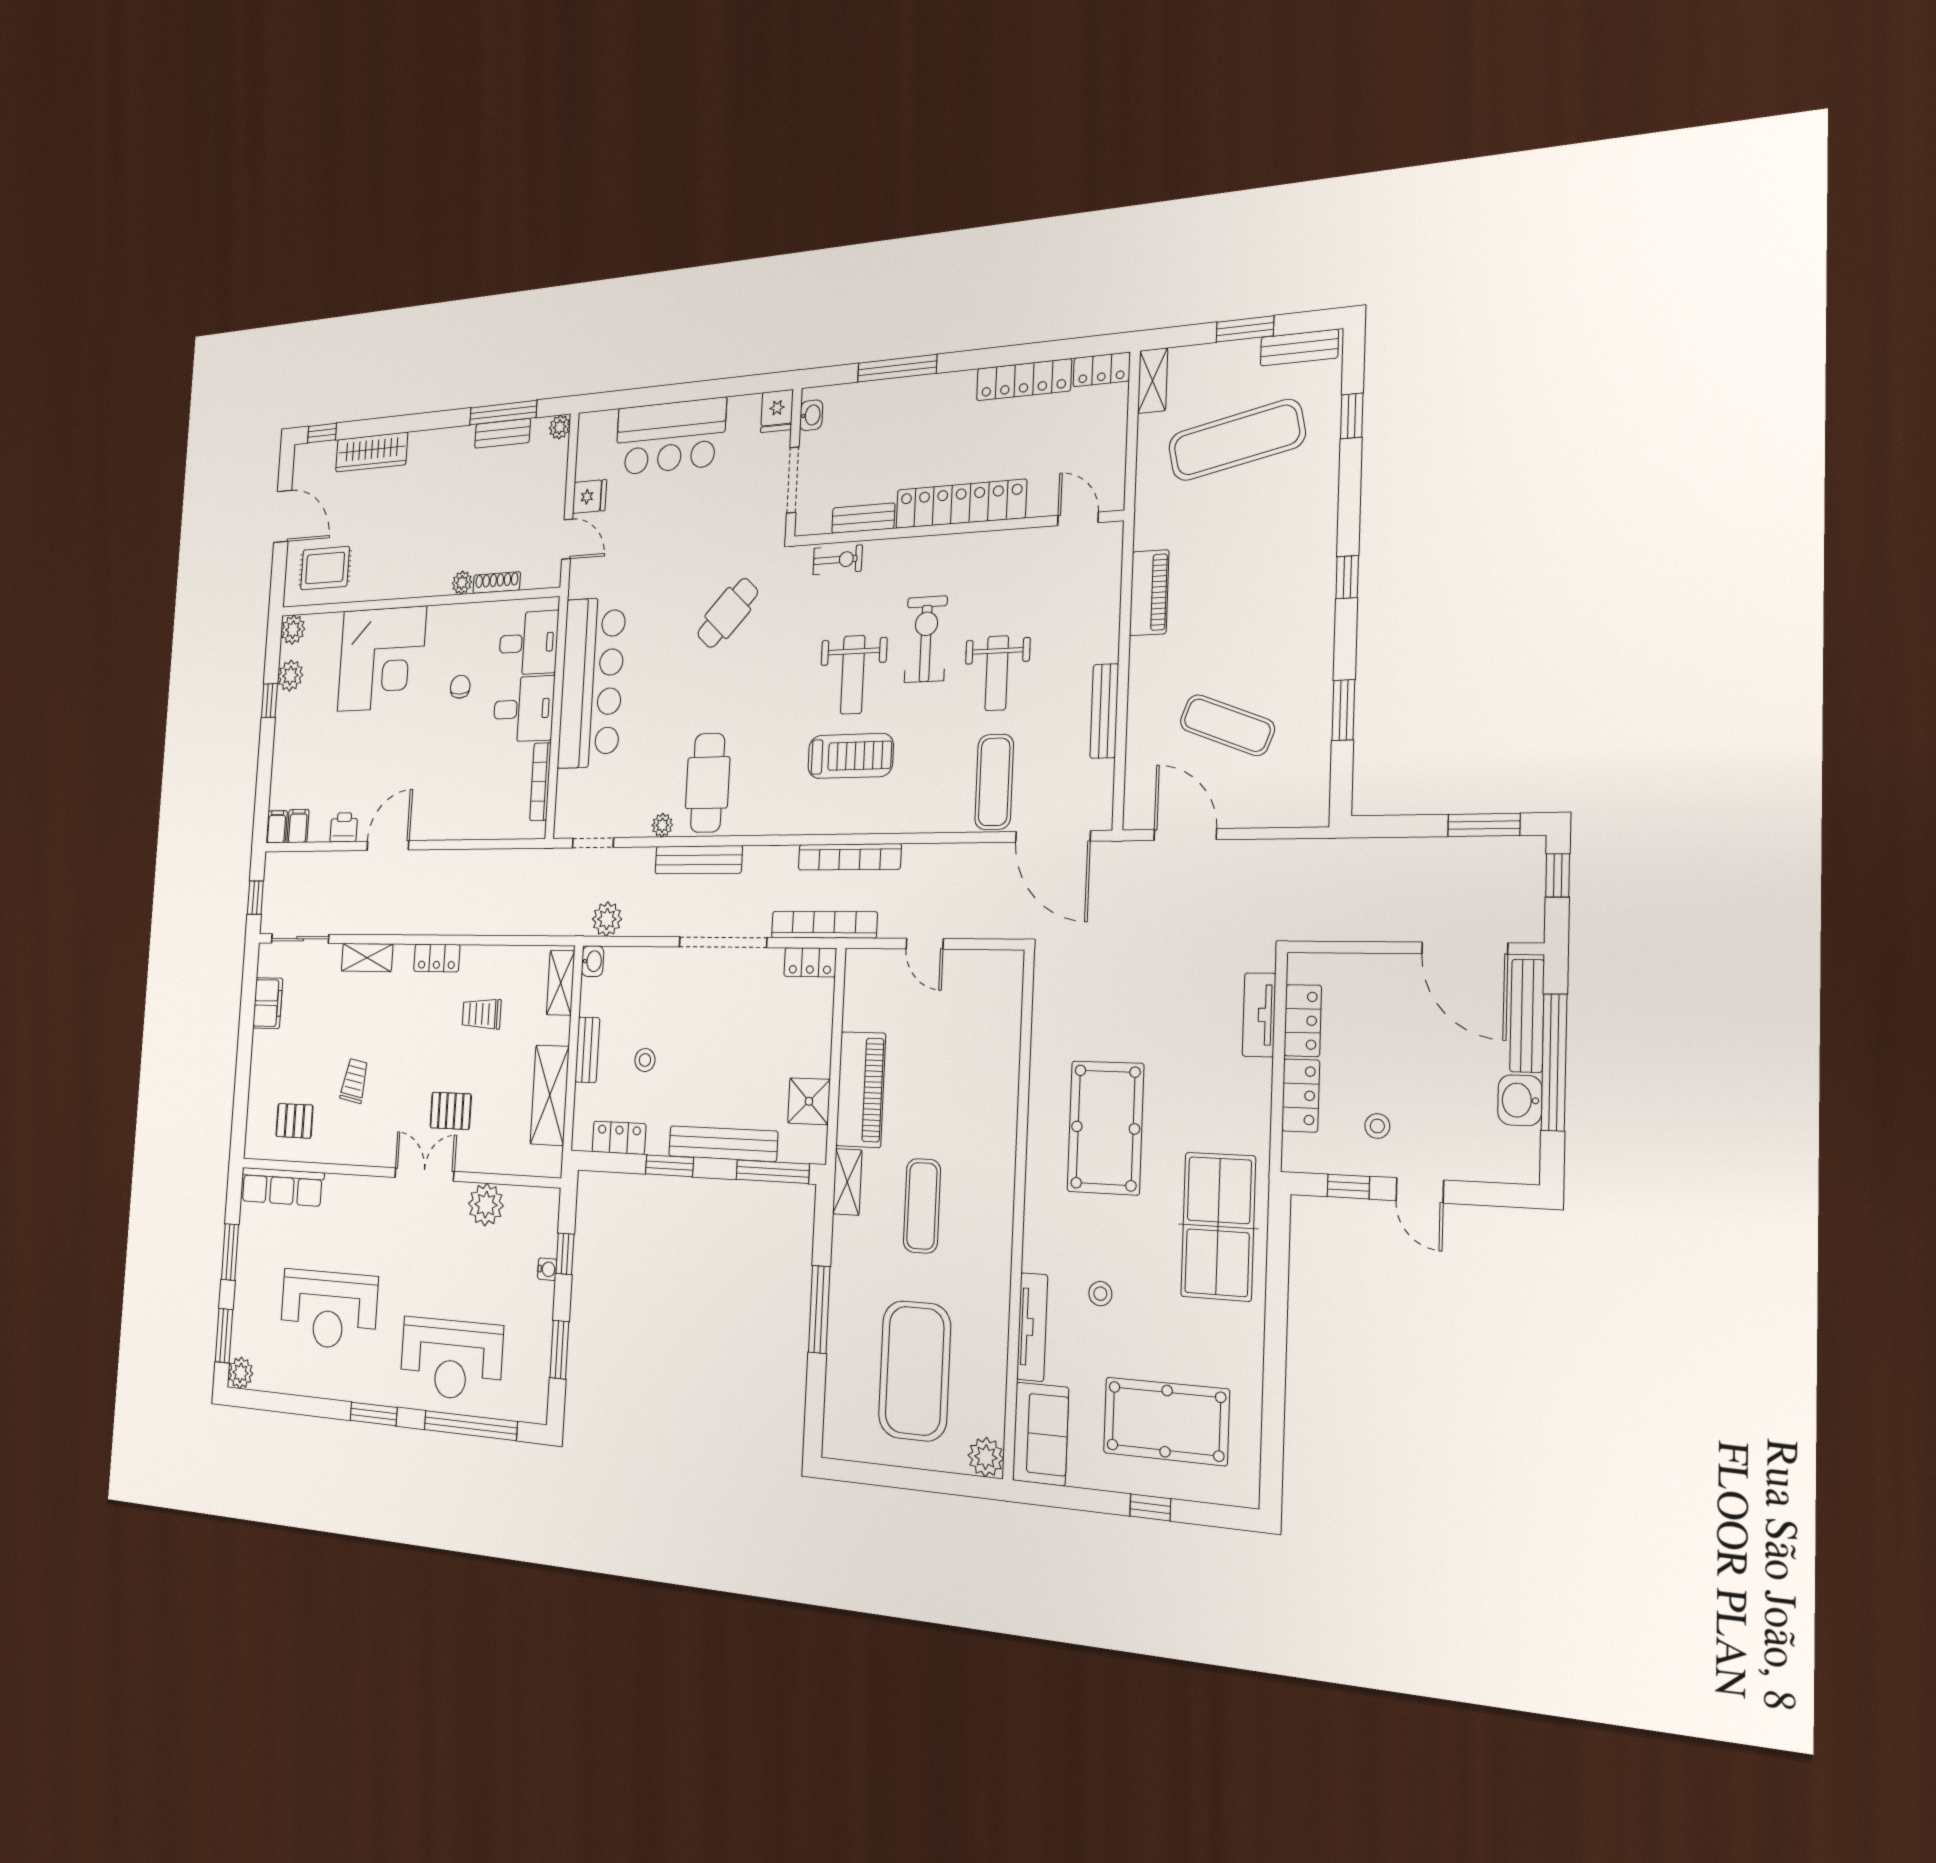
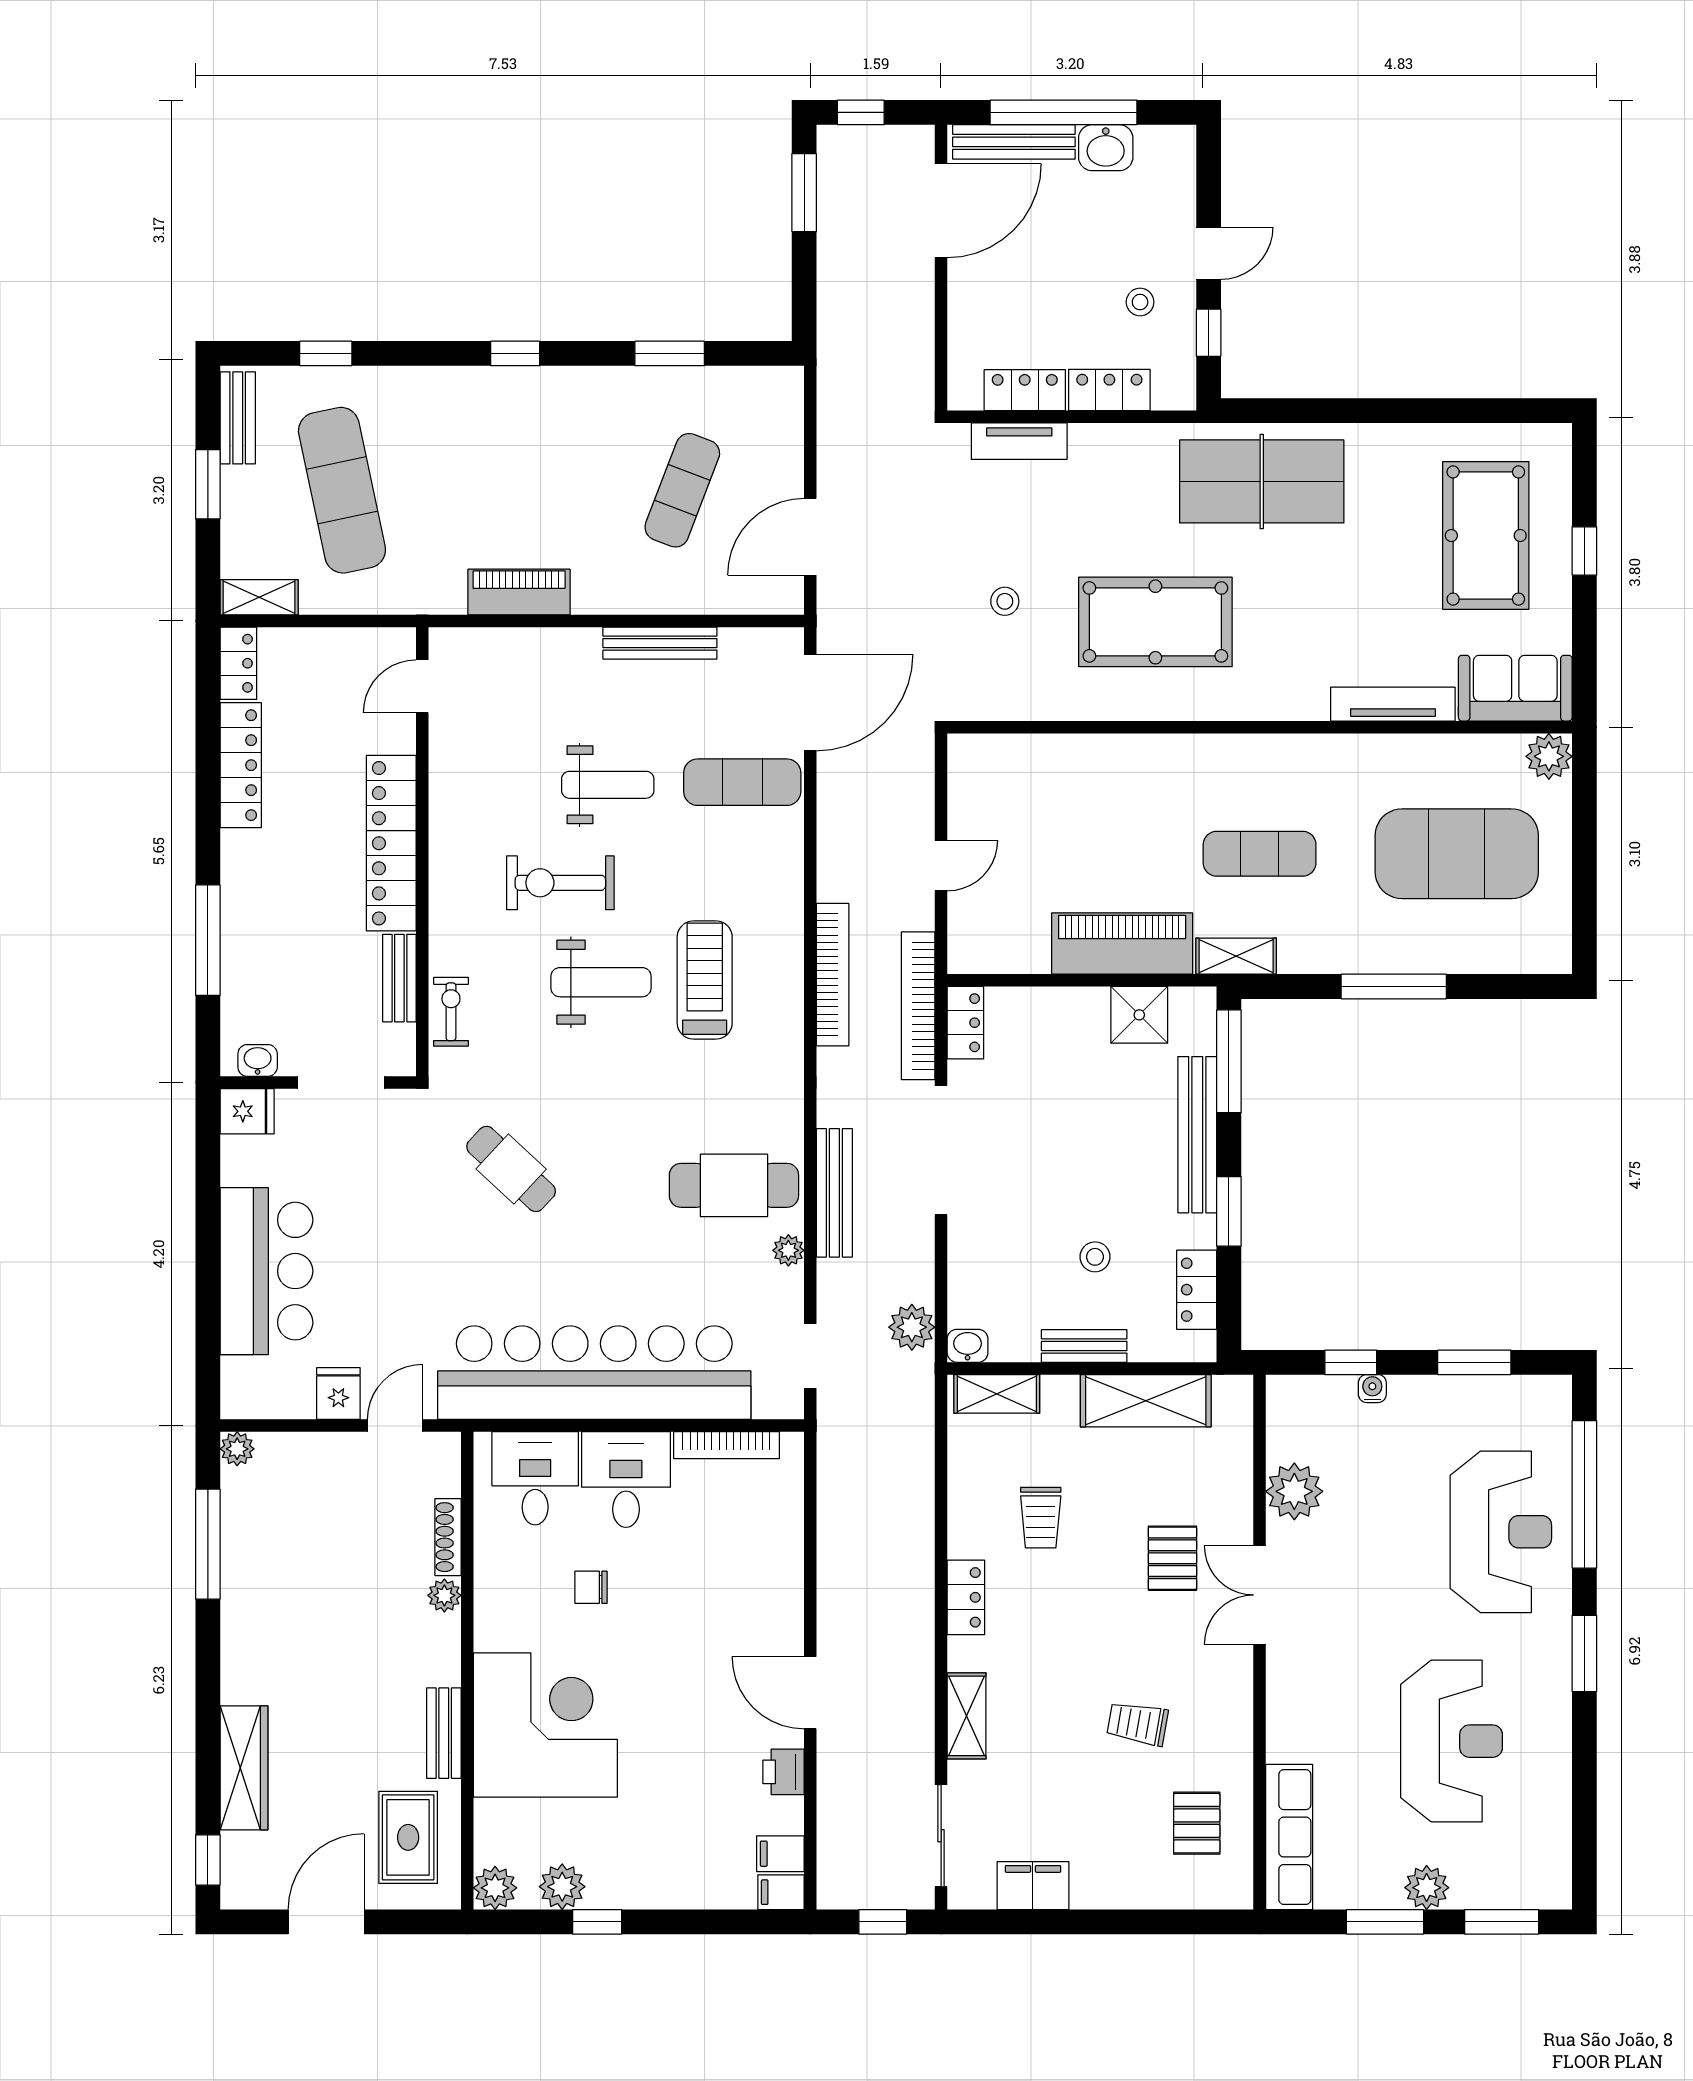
bench: (503, 433) -> (444, 1733), moved
bar counter: (592, 682) -> (594, 1373), width x1.36
stool: (1100, 1294) -> (1005, 601), moved
plant: (241, 1373) -> (1427, 1888), moved

